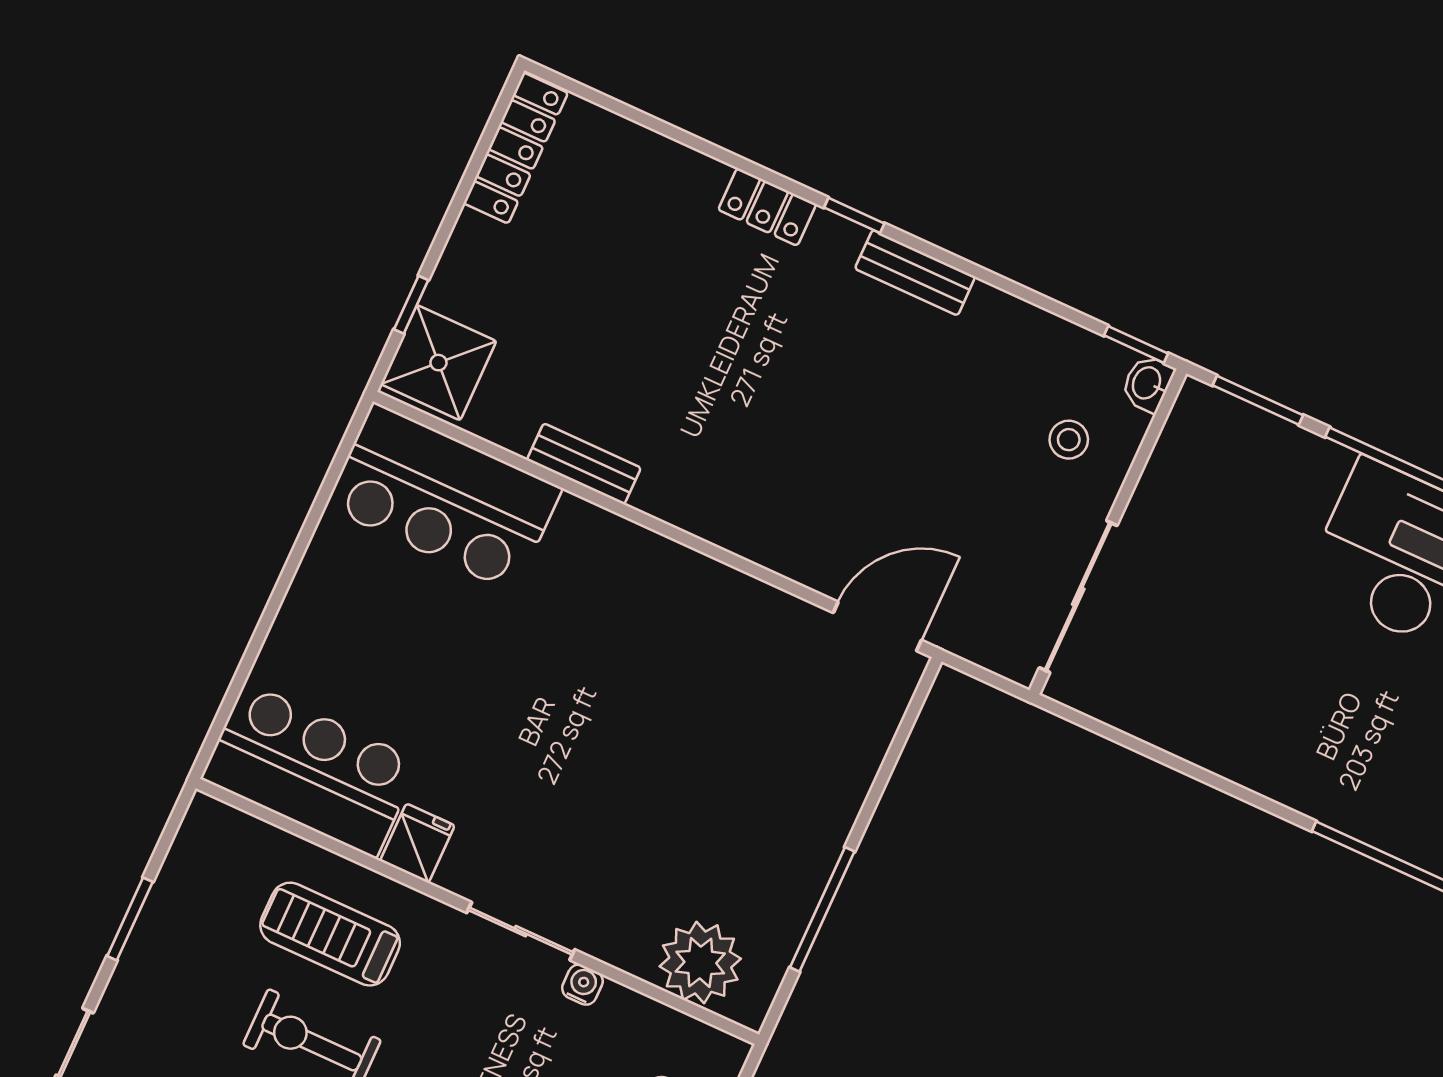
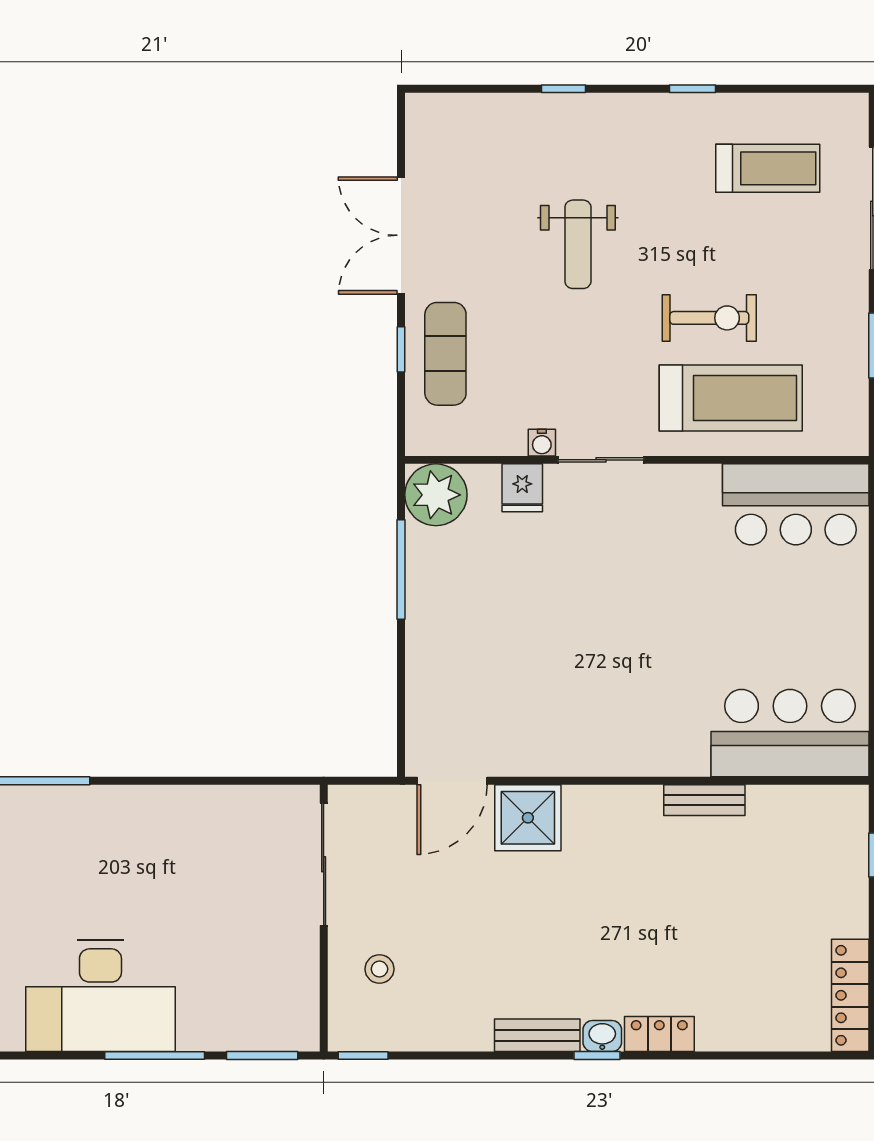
shower: (438, 363) -> (528, 818), moved
washbasin: (1148, 383) -> (602, 1036), moved, turned -90
fridge: (417, 843) -> (522, 488), moved
treadmill: (330, 934) -> (731, 398), width x1.37, depth x1.37
plant: (700, 962) -> (436, 495), moved

